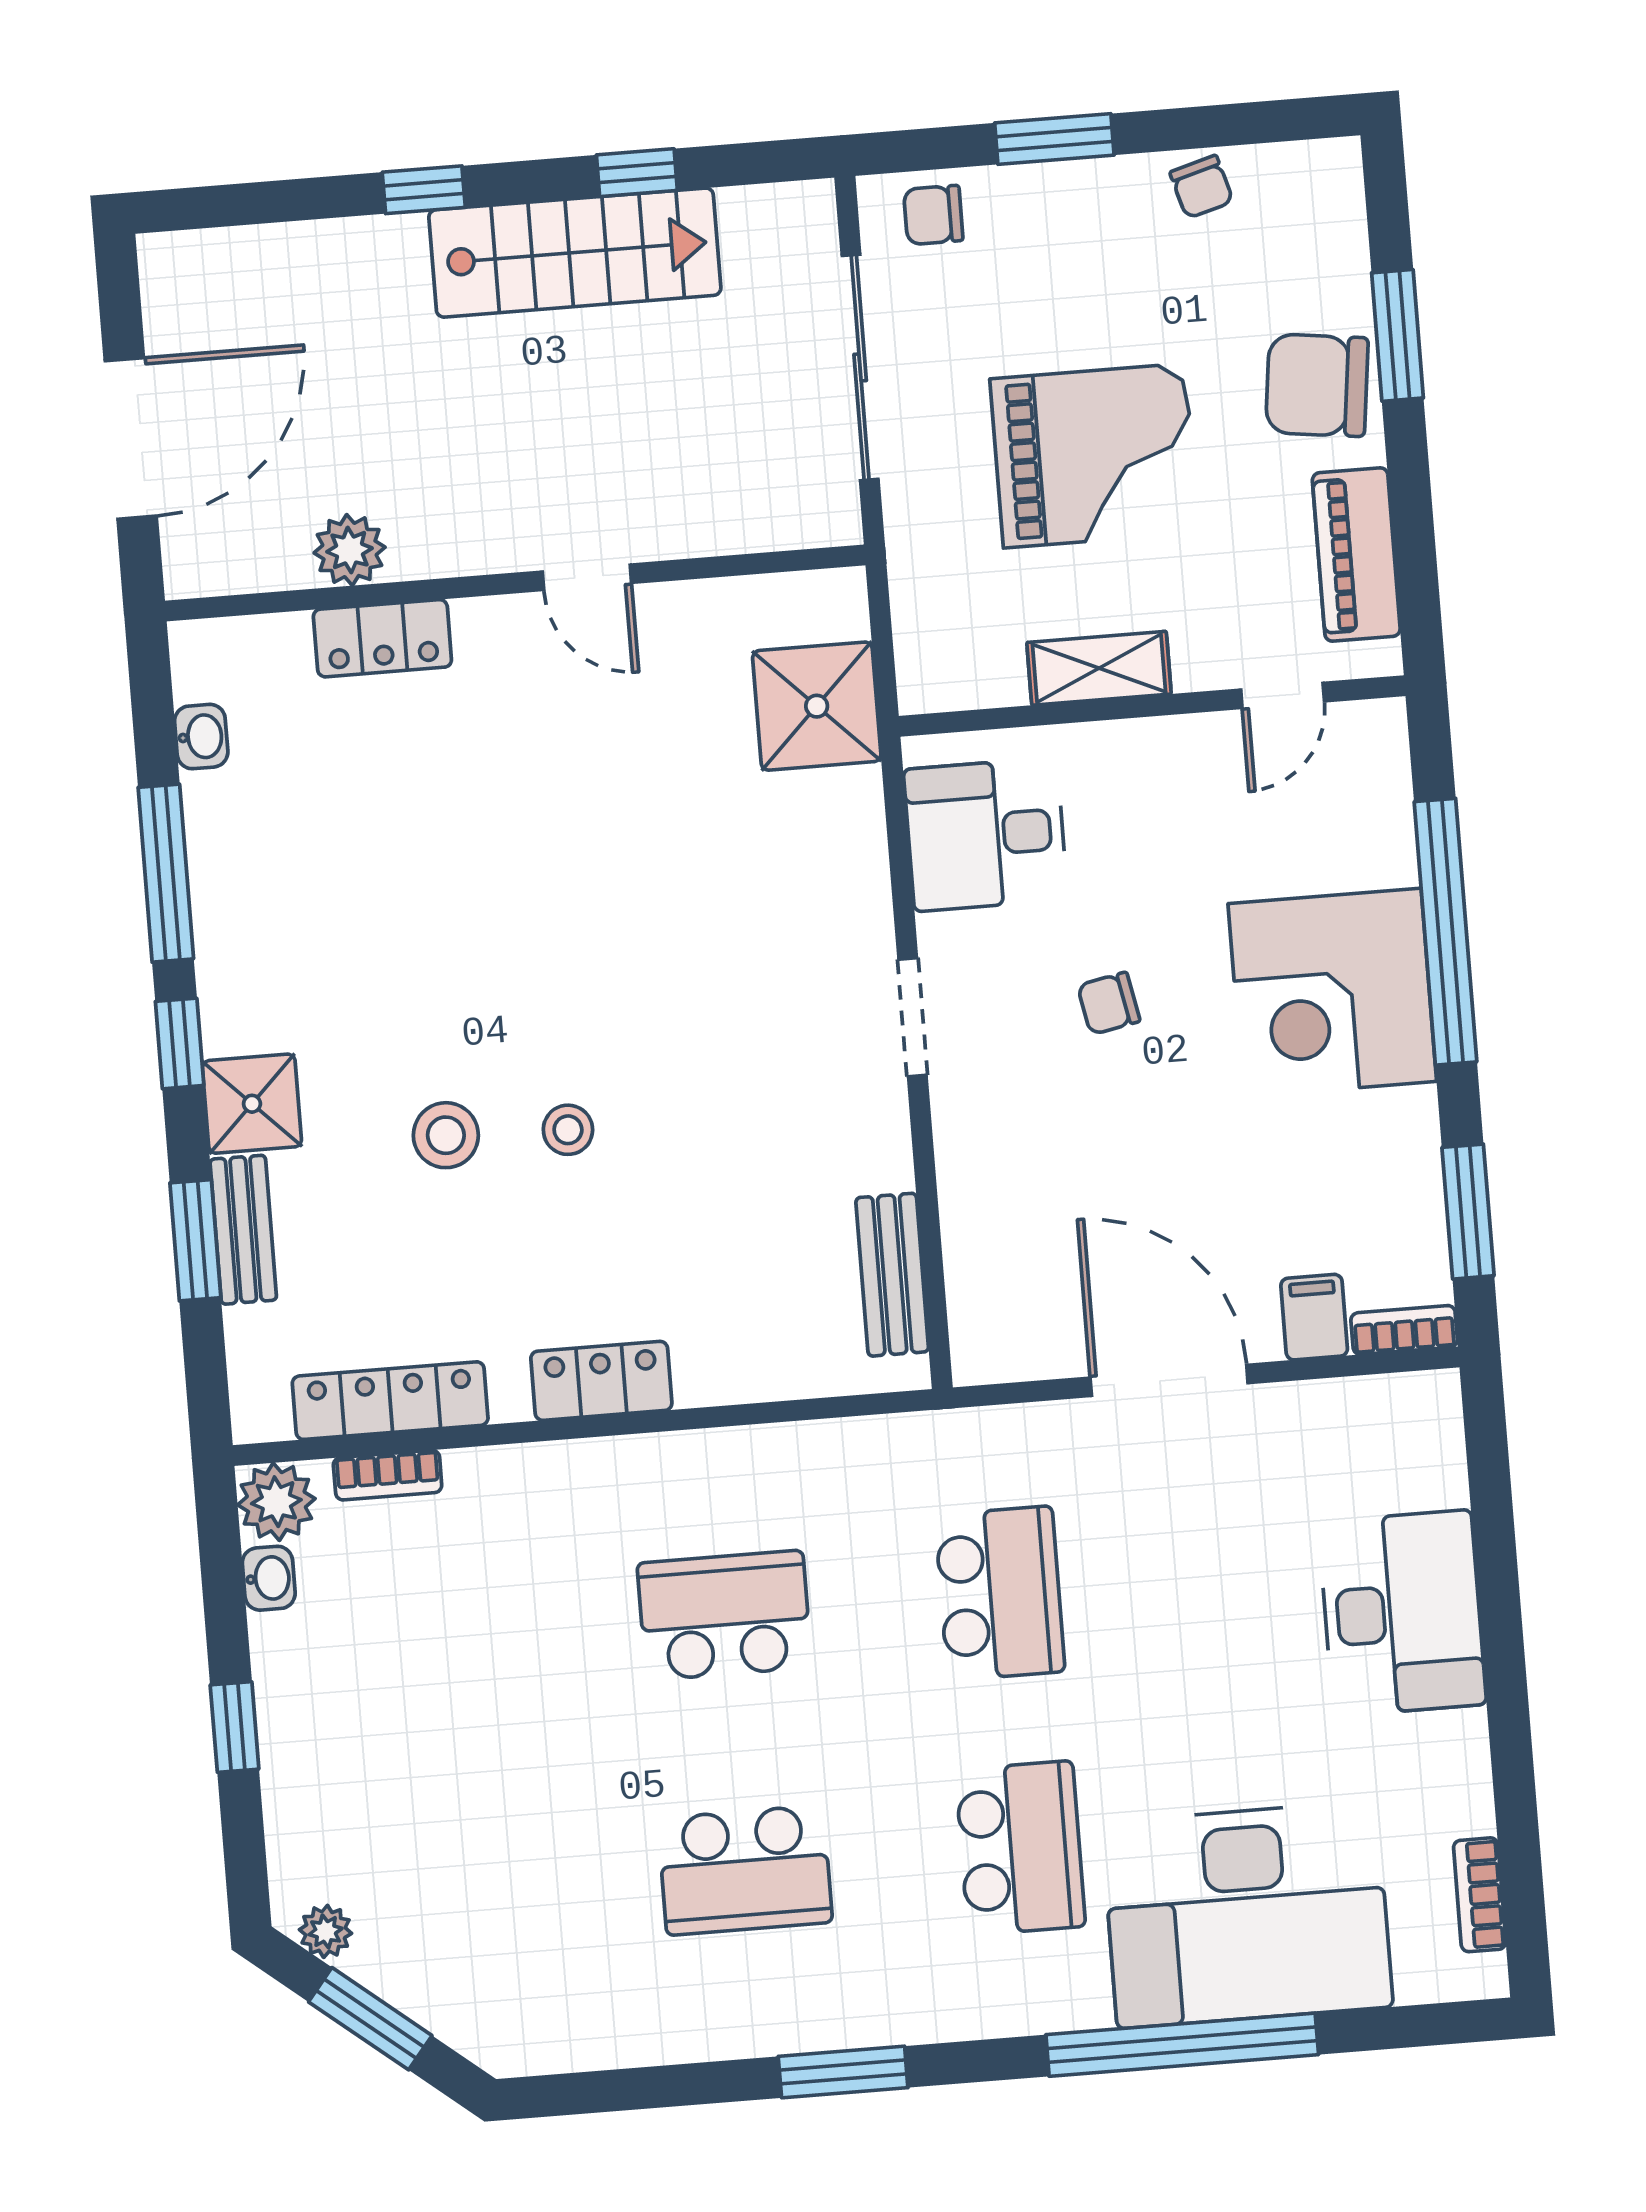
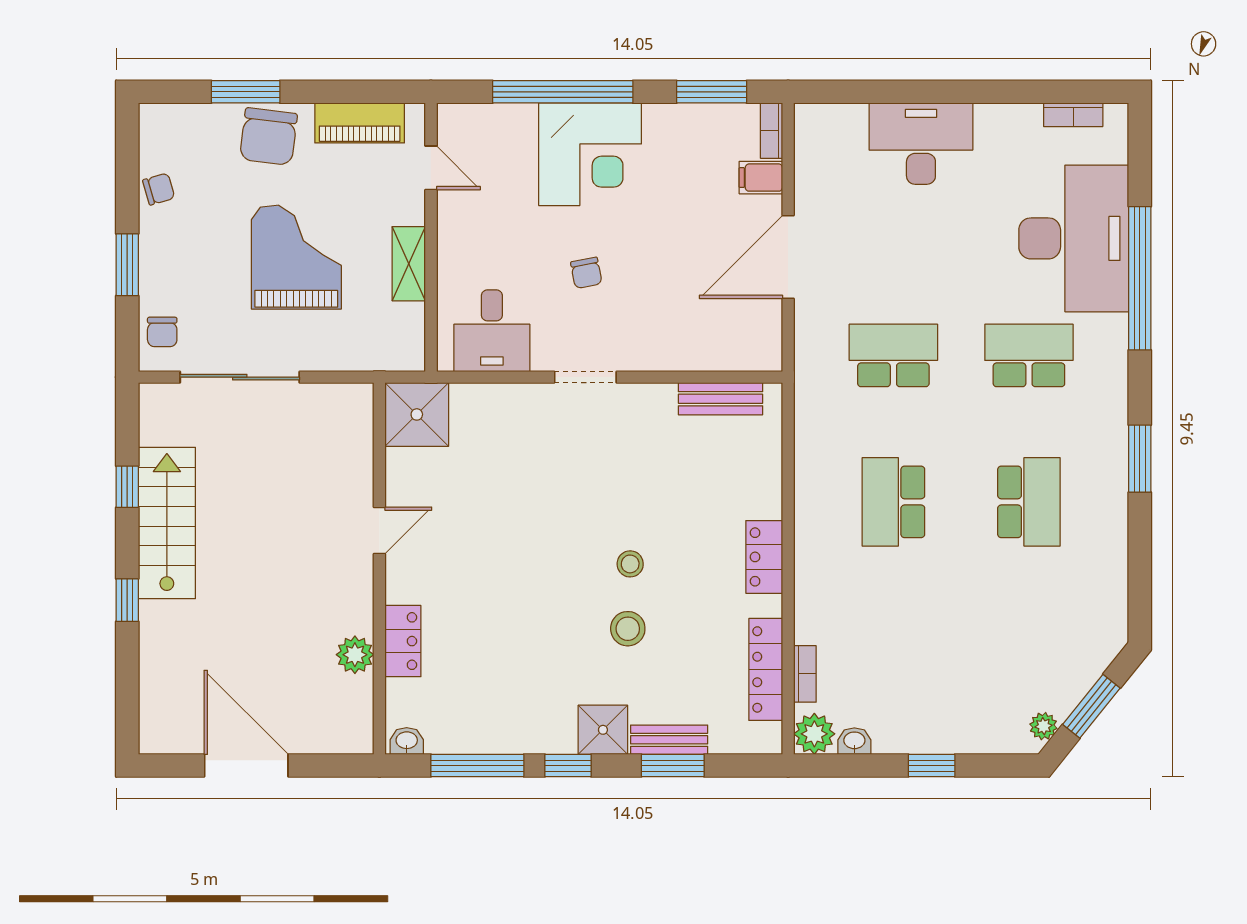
plant: (350, 550) -> (355, 655), moved
door: (587, 577) -> (379, 530), moved
wall: (515, 583) -> (379, 569), moved
locker: (382, 638) -> (403, 641), moved

